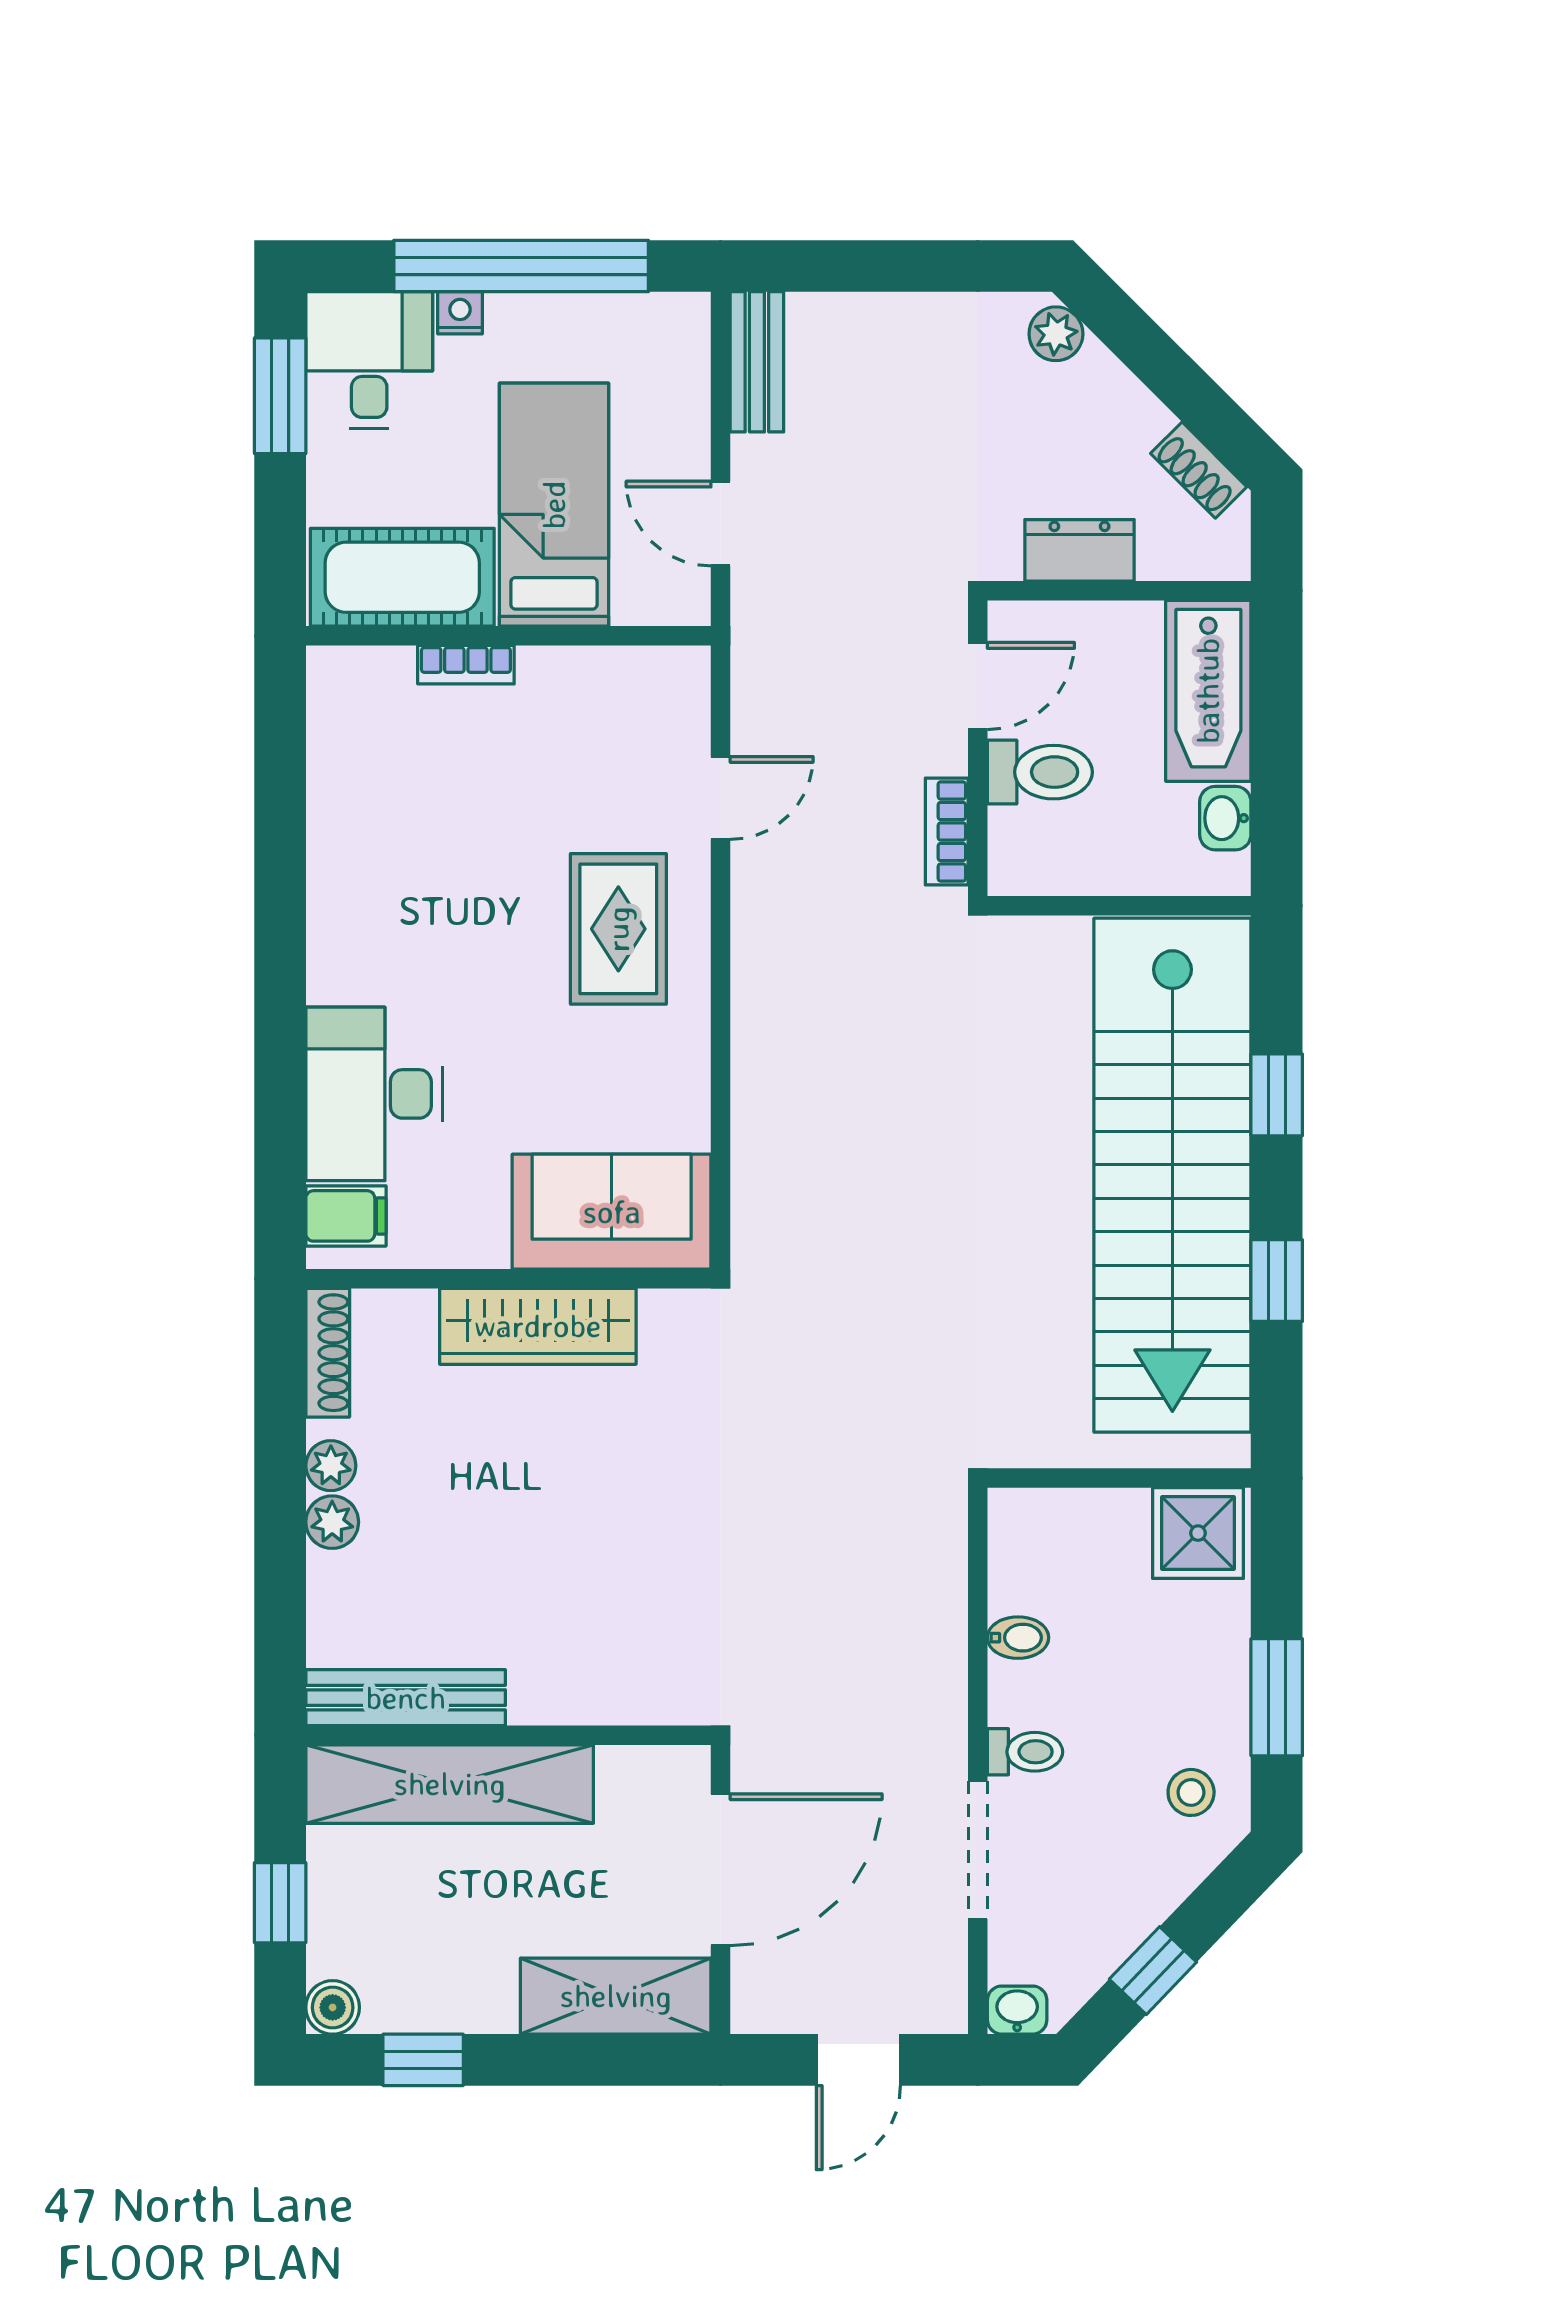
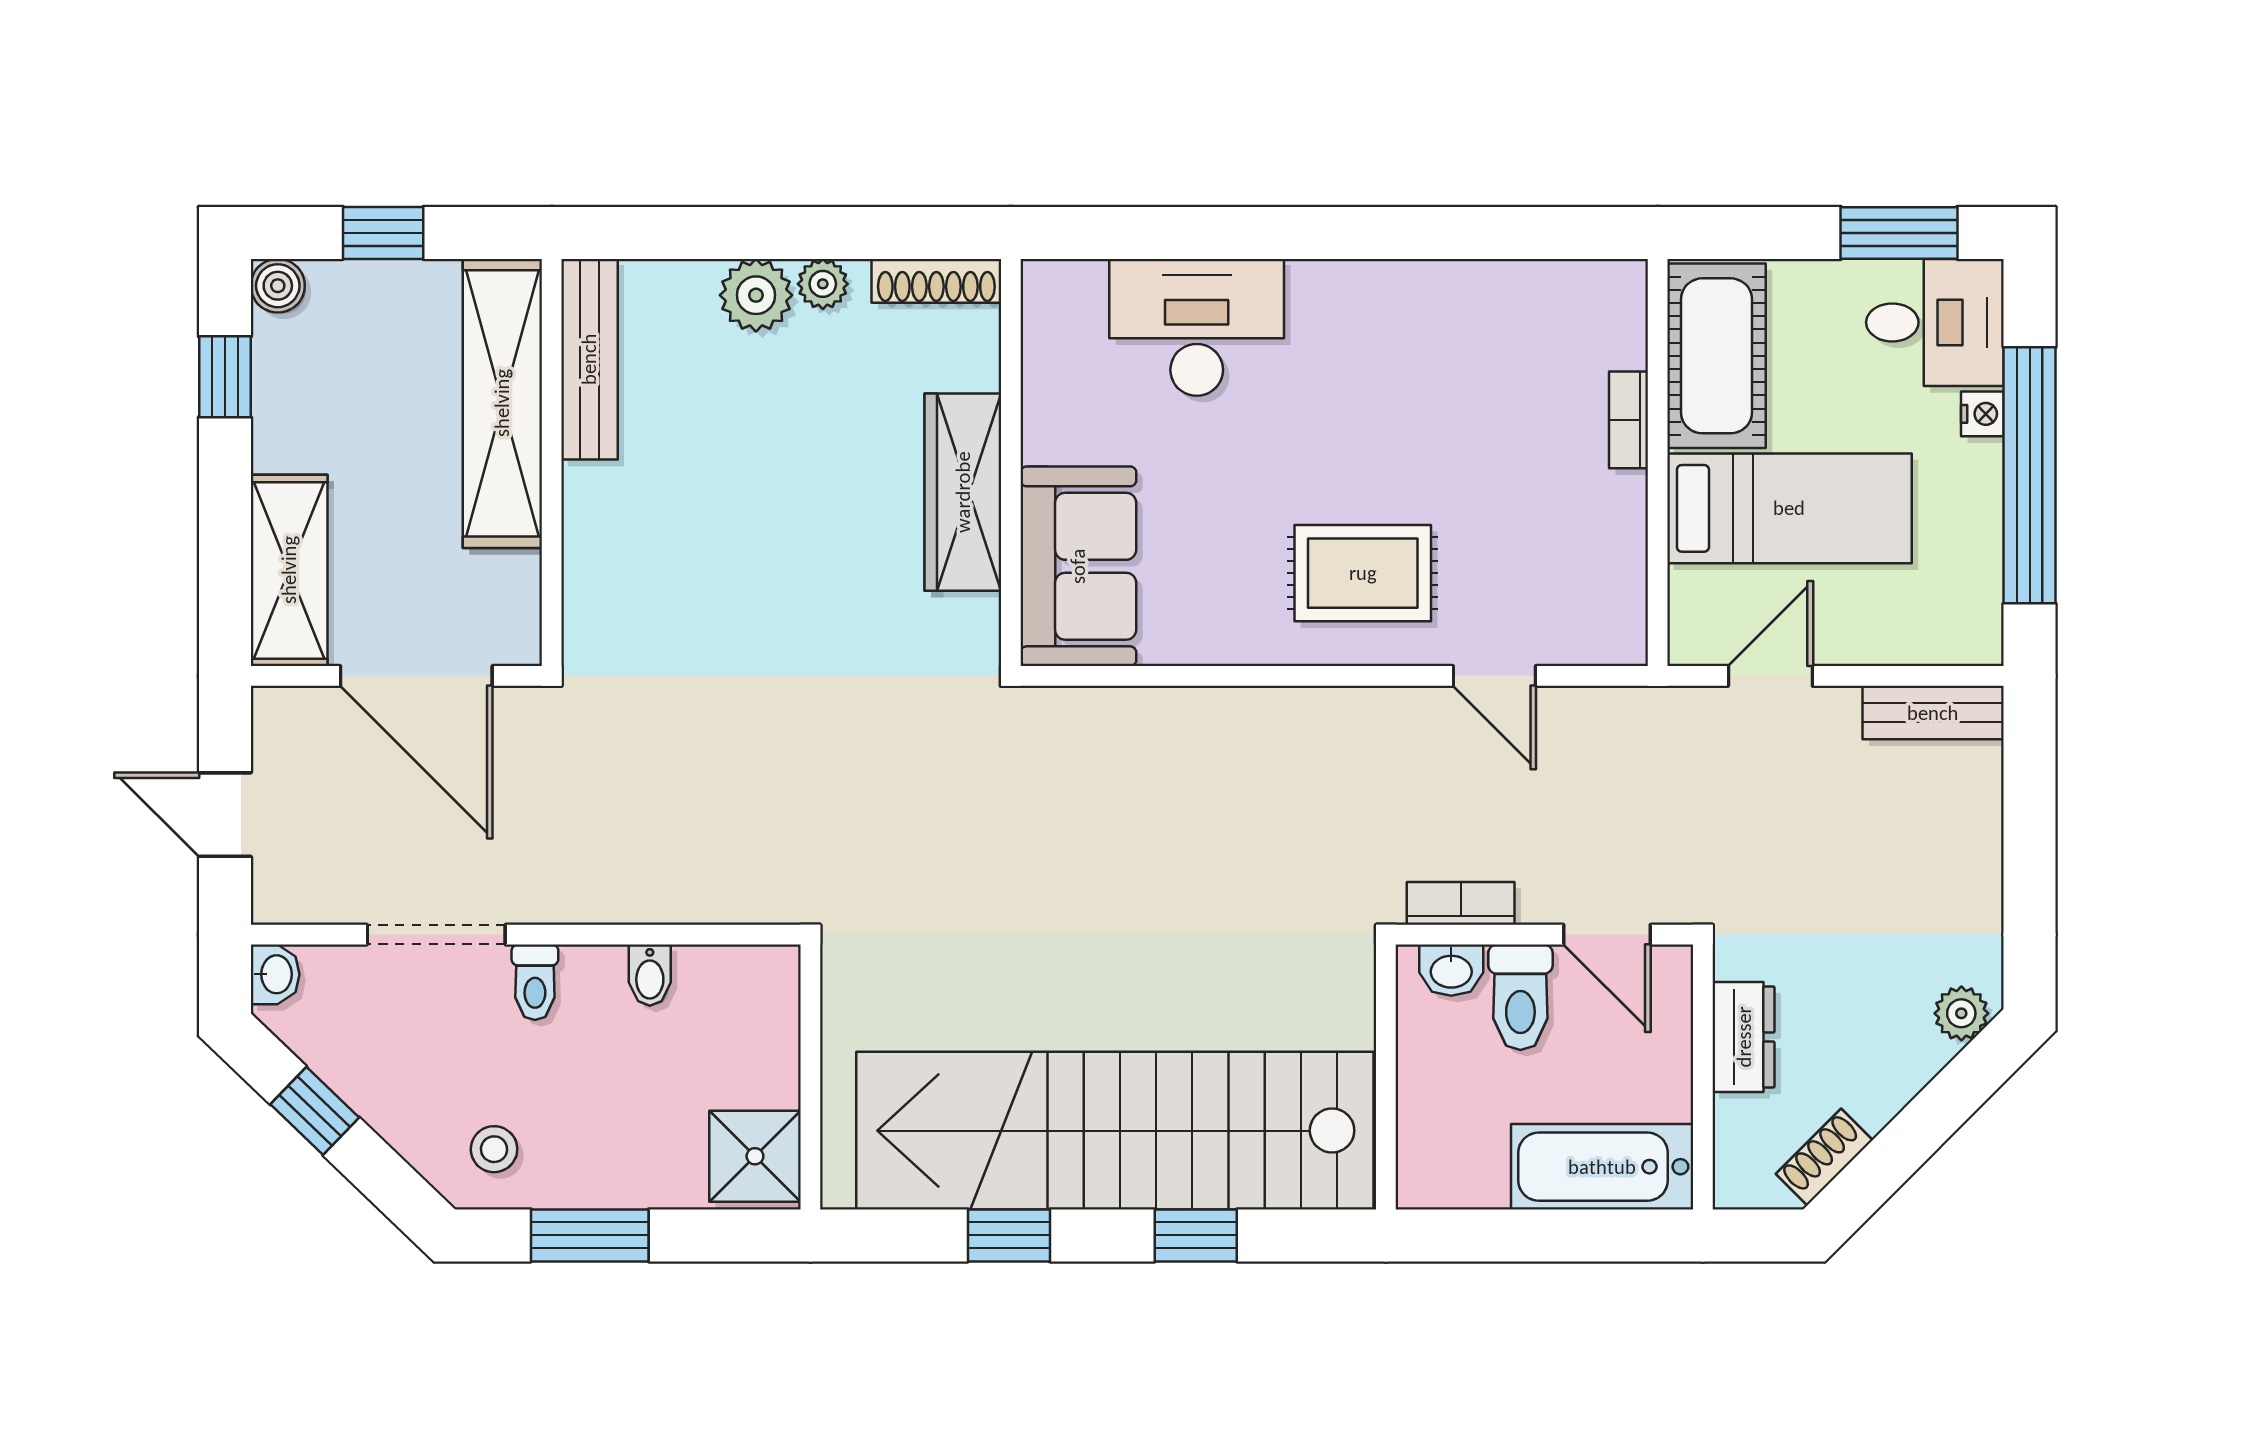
washbasin: (1225, 818) -> (1451, 970), moved, turned 180
filing cabinet: (346, 1216) -> (1074, 299), removed
plant: (332, 1522) -> (756, 295), width x1.38, depth x1.38

